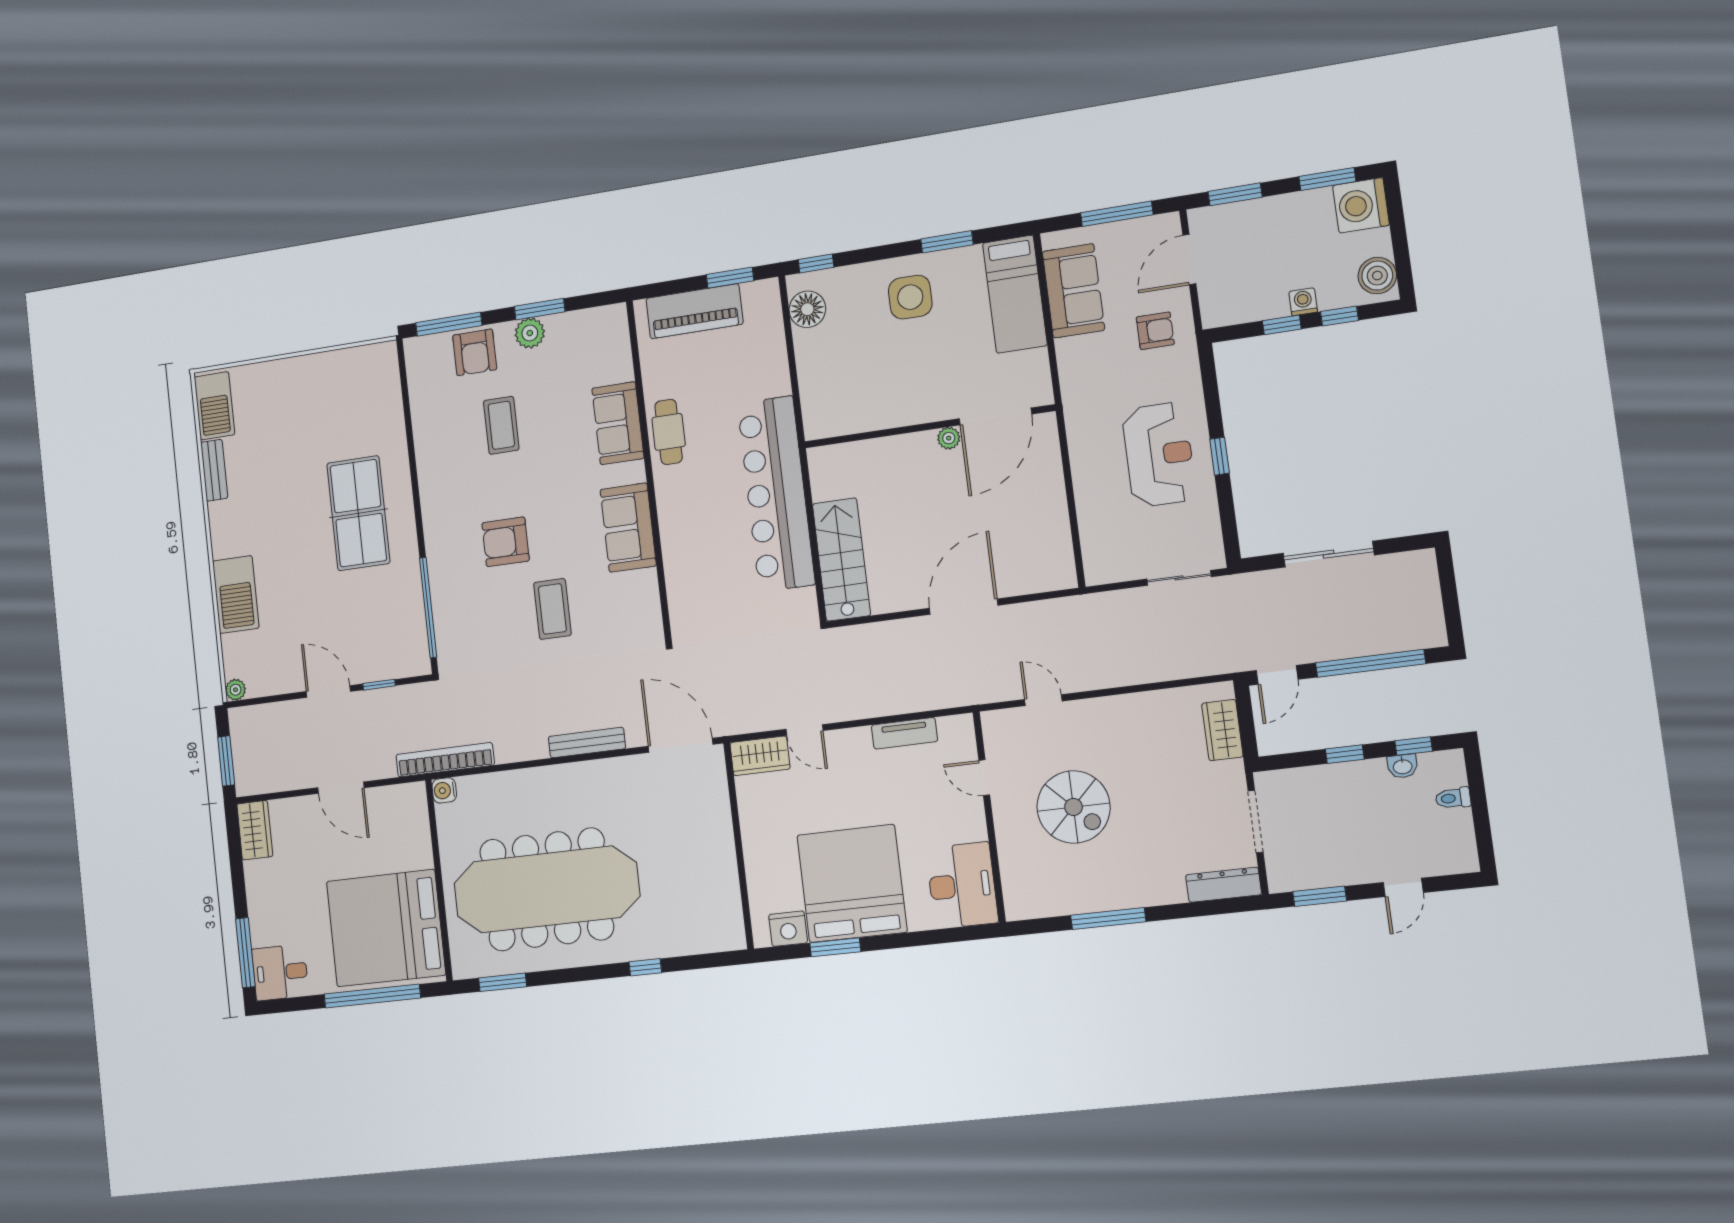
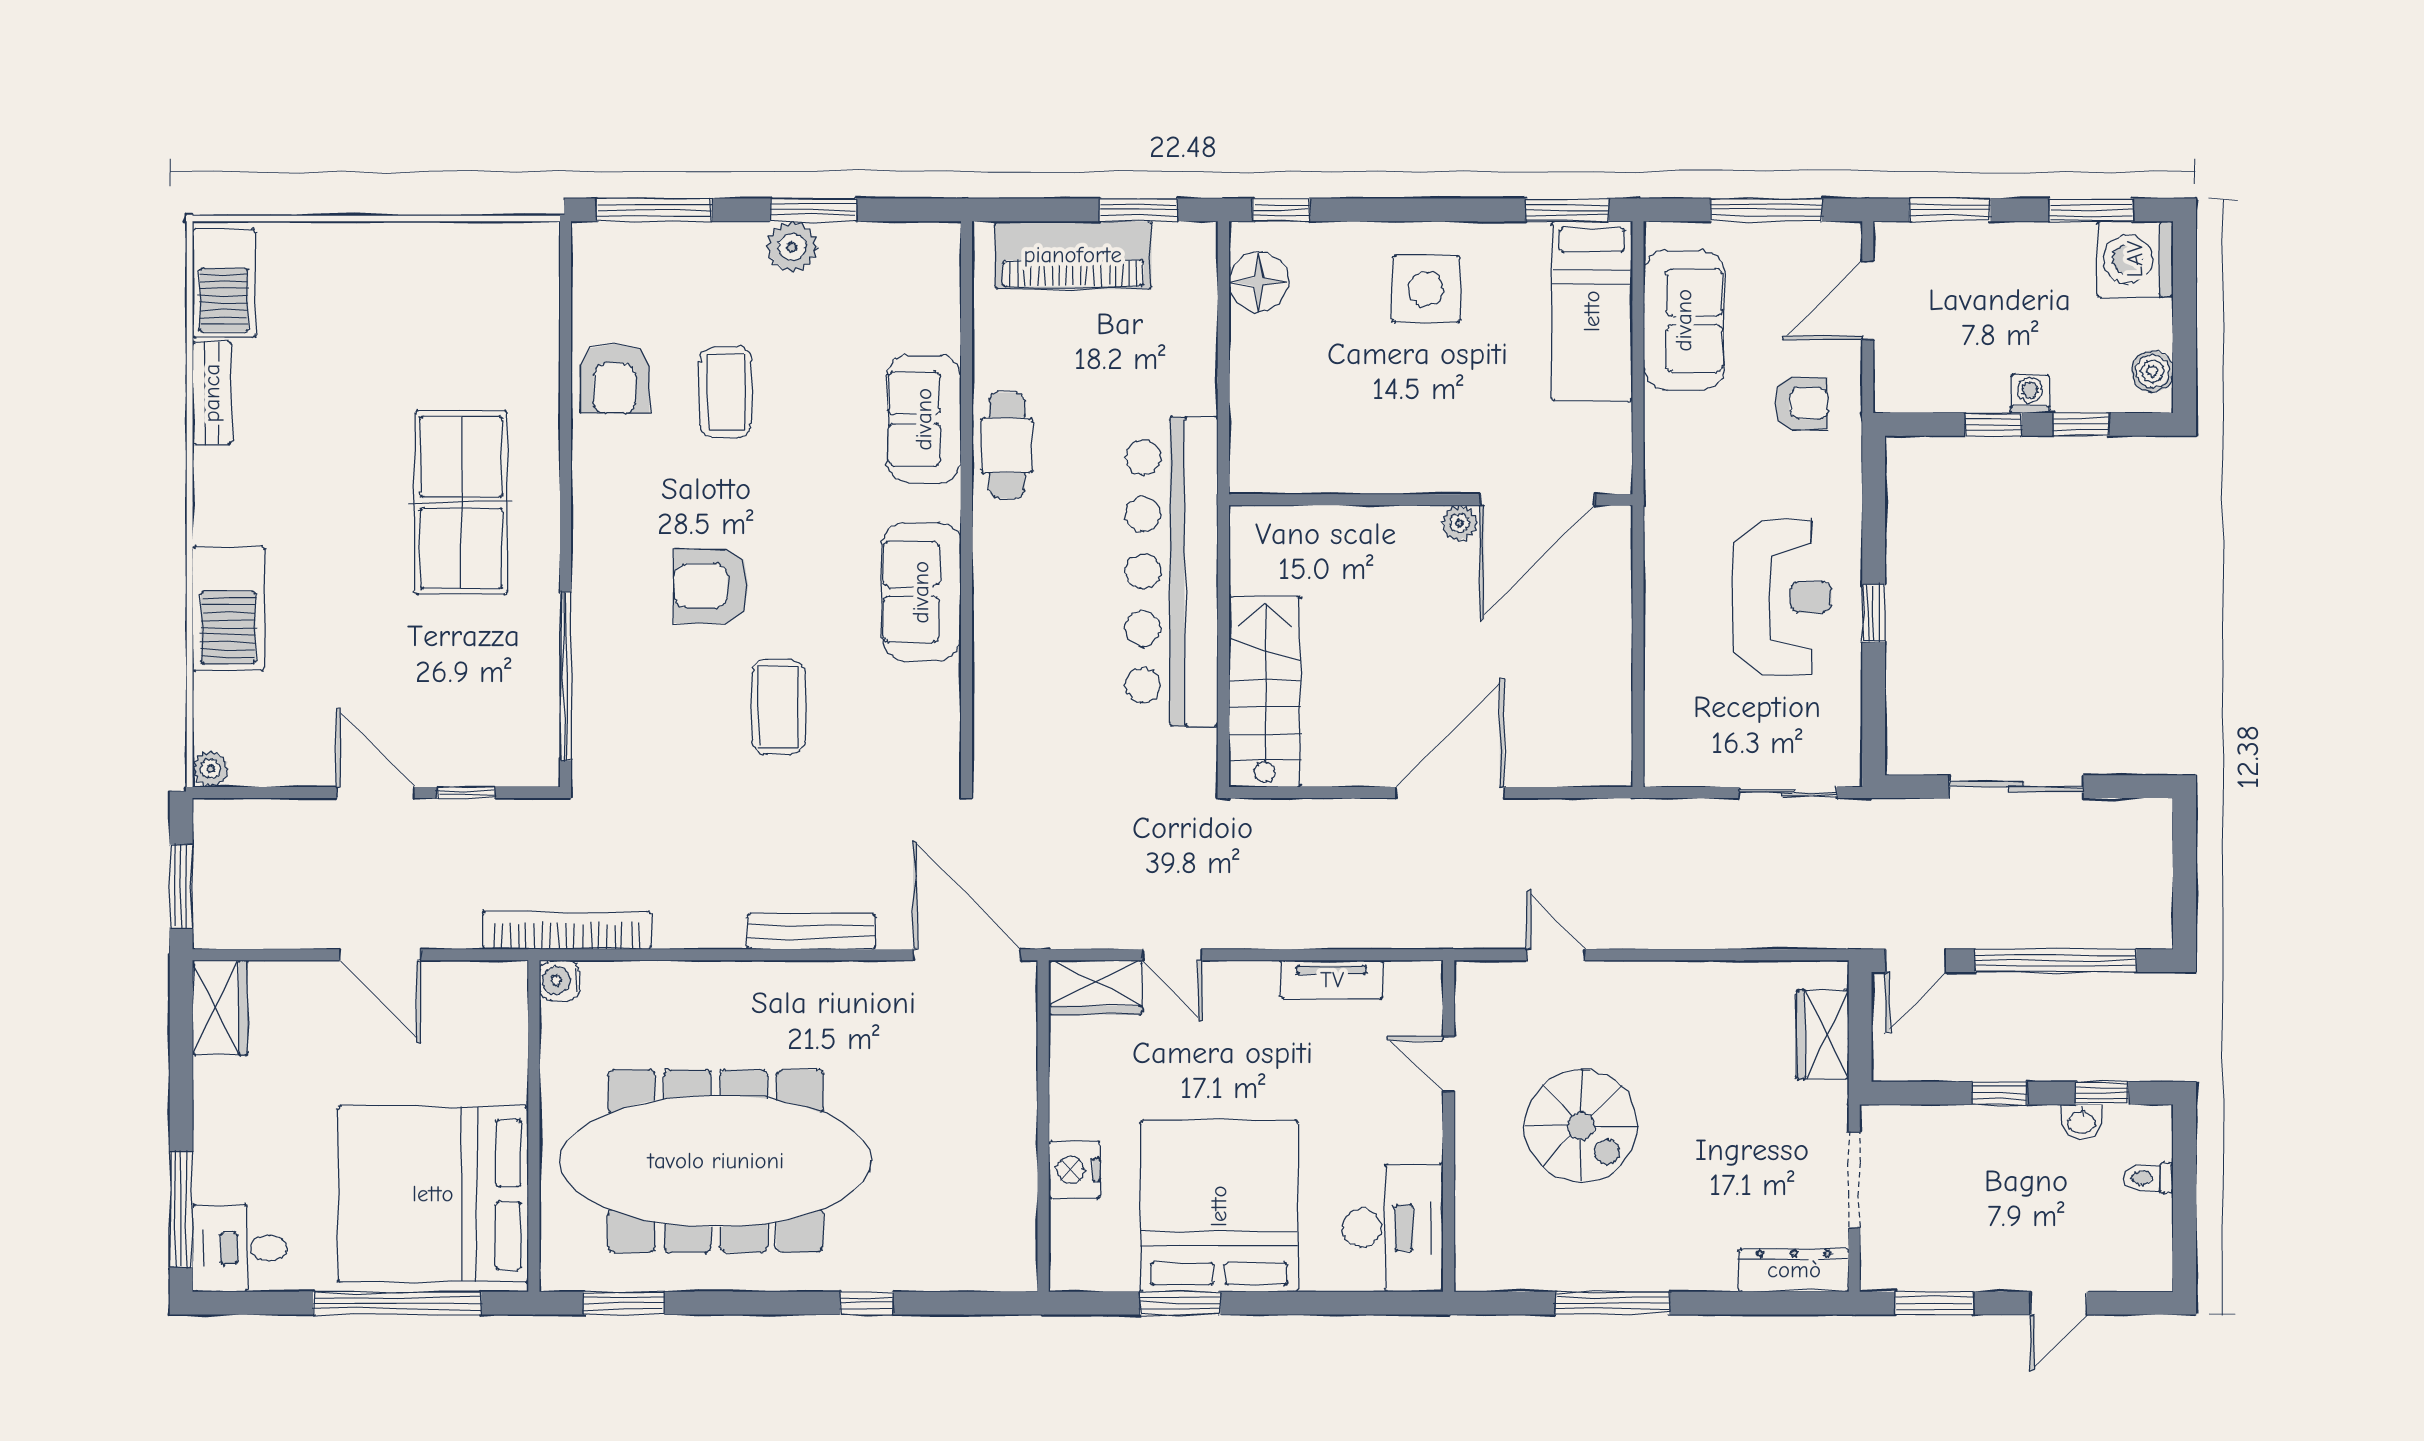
window: (947, 242) -> (1567, 210), moved
boiler: (1377, 276) -> (2152, 371), width x0.73, depth x0.73
armchair: (475, 352) -> (615, 379), moved
nightstand: (788, 929) -> (1074, 1170), moved, turned 90

